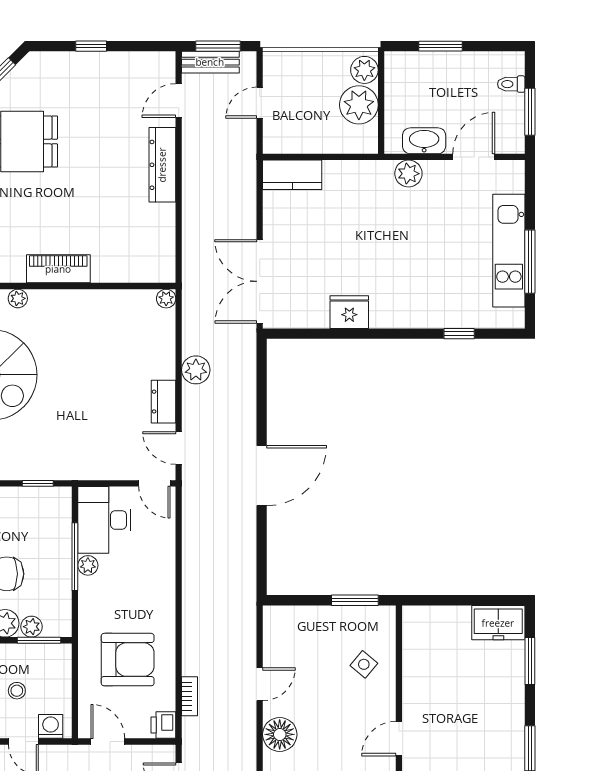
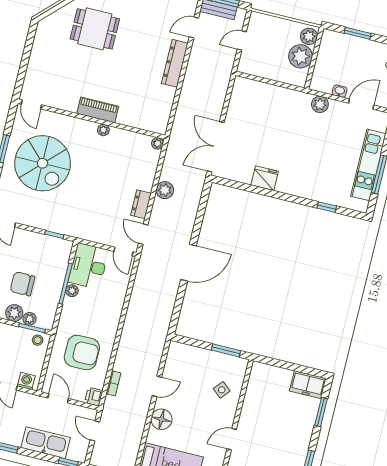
washbasin: (424, 141) -> (340, 91), width x0.52, depth x0.69
kitchen counter: (292, 175) -> (251, 88), removed
plant: (18, 298) -> (103, 130), moved
stool: (17, 691) -> (38, 340), moved

